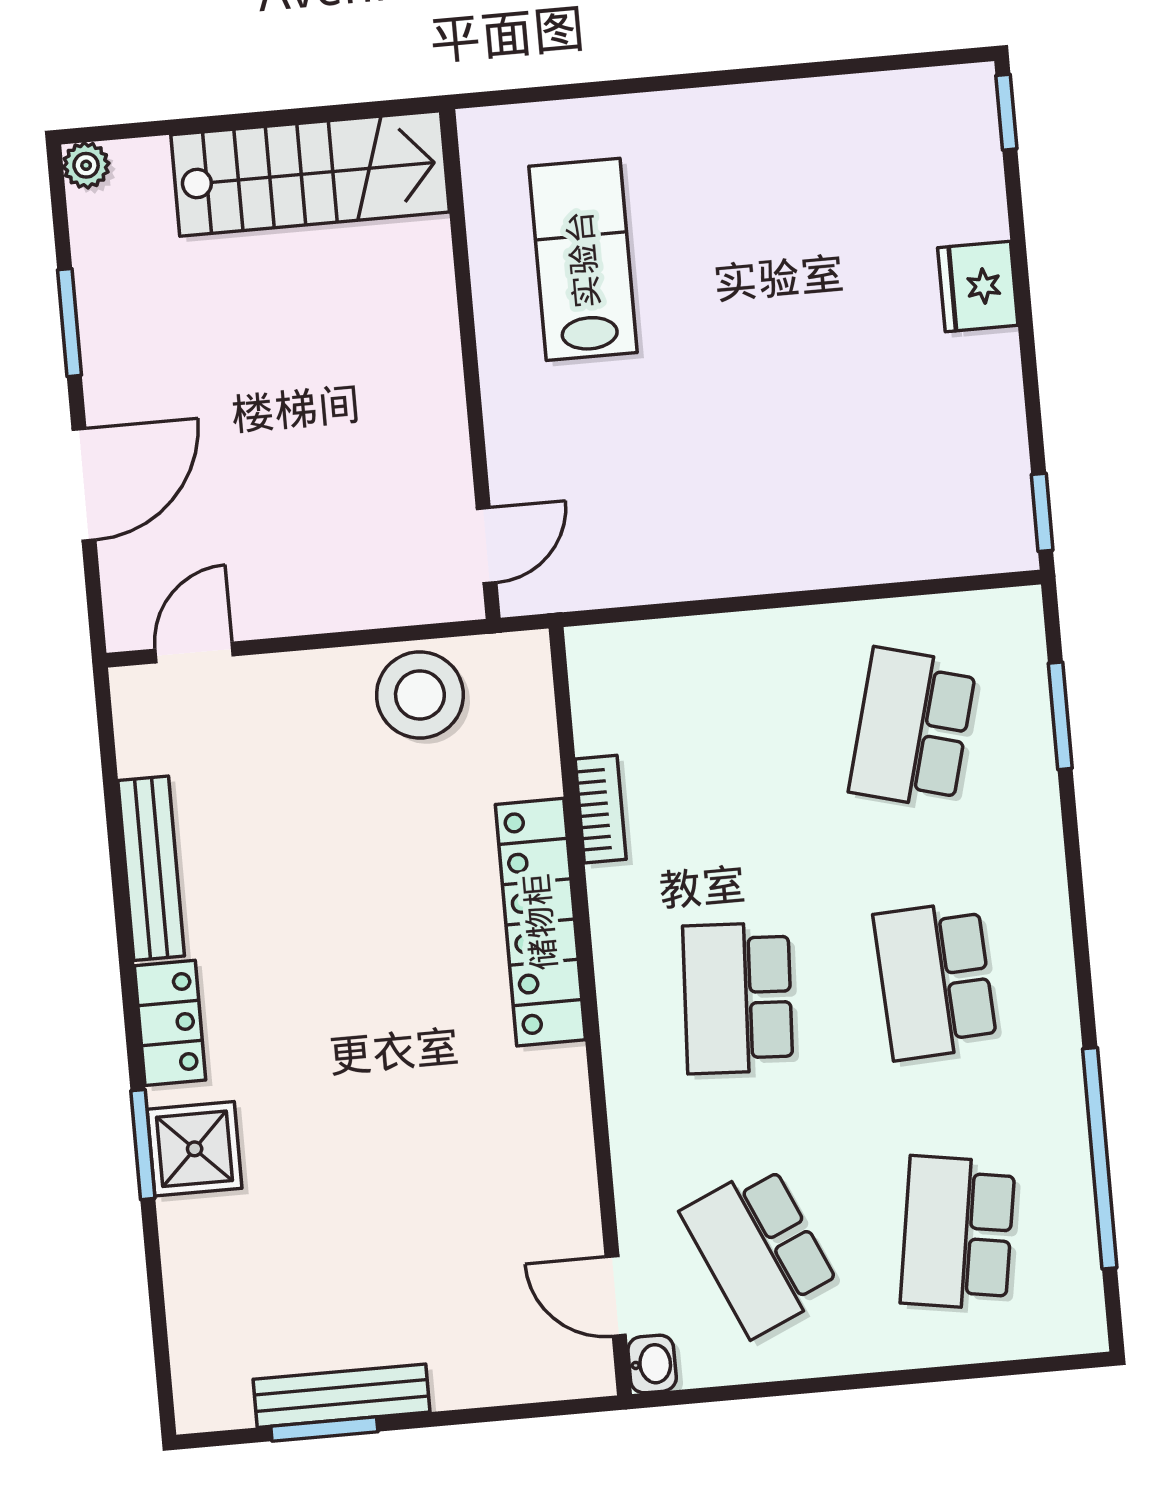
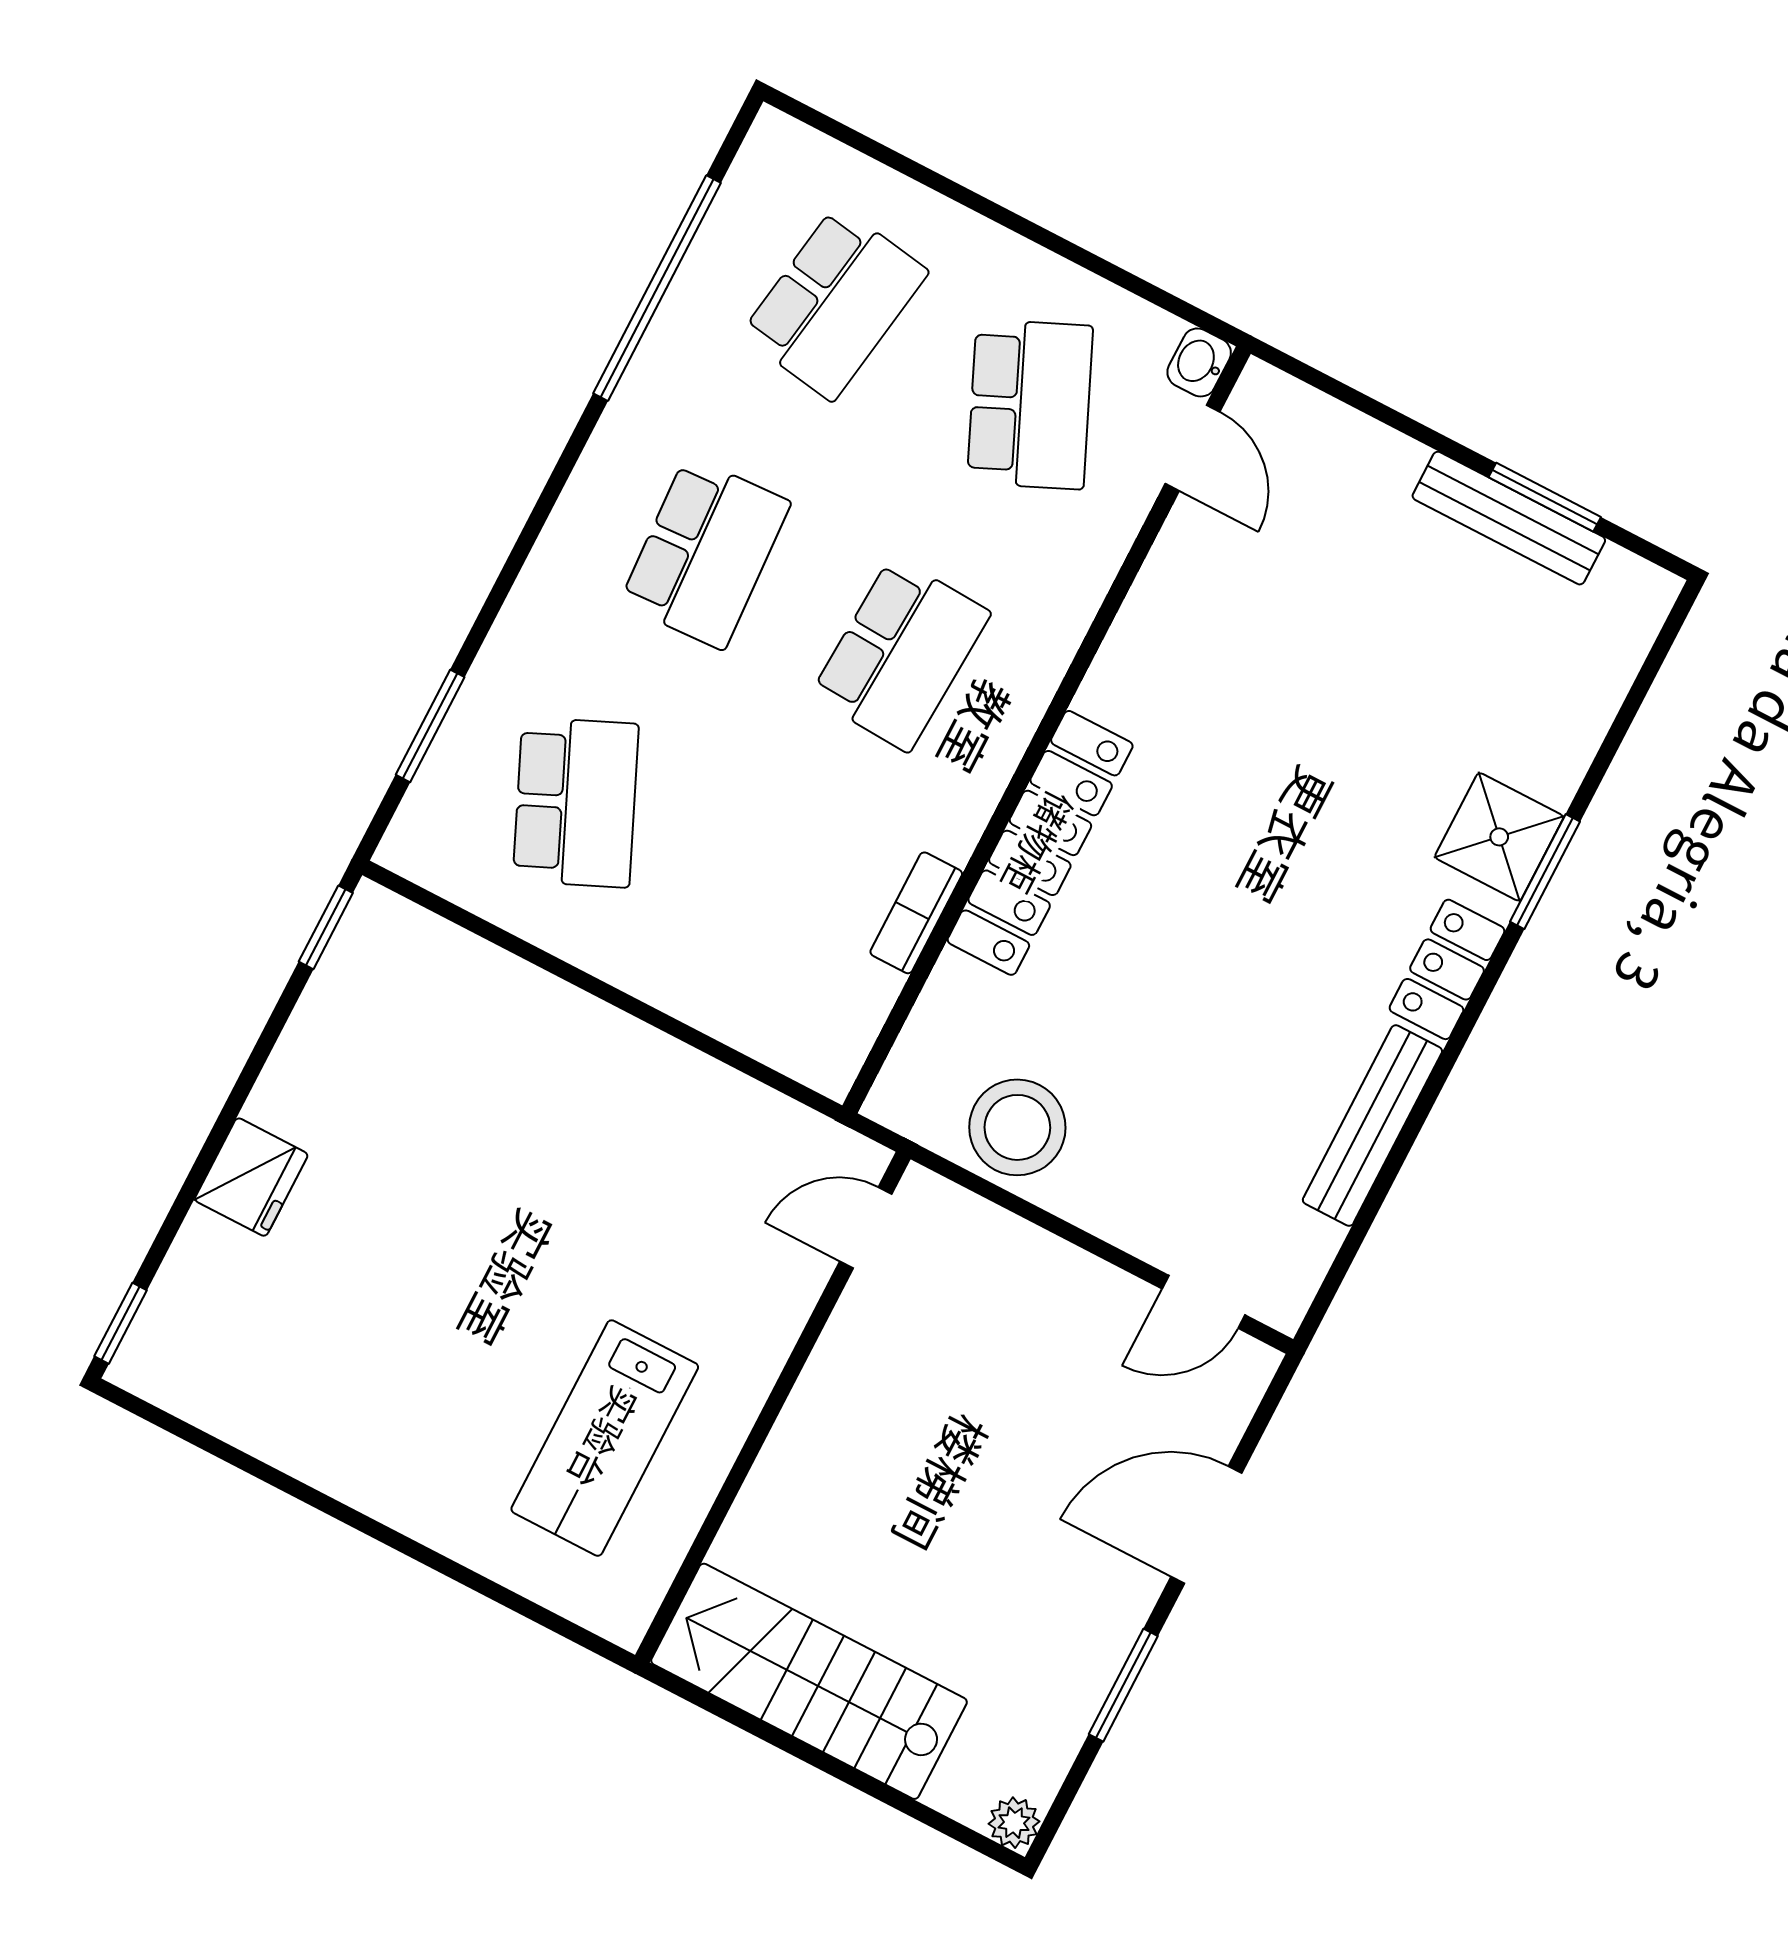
school desk: (913, 728) -> (576, 802), turned -39

